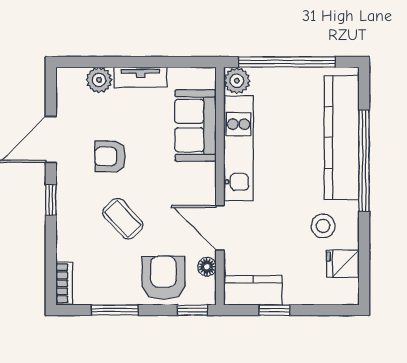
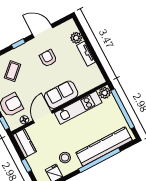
sofa: (196, 126) -> (61, 95), moved
coffee table: (123, 219) -> (13, 71), moved
window: (274, 310) -> (26, 166), moved

